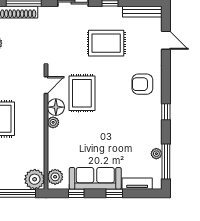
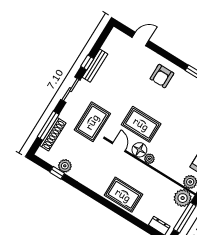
bench: (142, 12) -> (95, 66), moved
rug: (106, 43) -> (92, 122), moved

